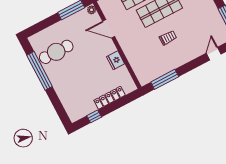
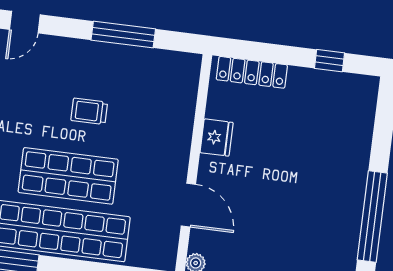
cafe table: (56, 52) -> (316, 231), removed
window: (165, 79) -> (123, 35), moved
locker: (110, 98) -> (252, 72), moved

